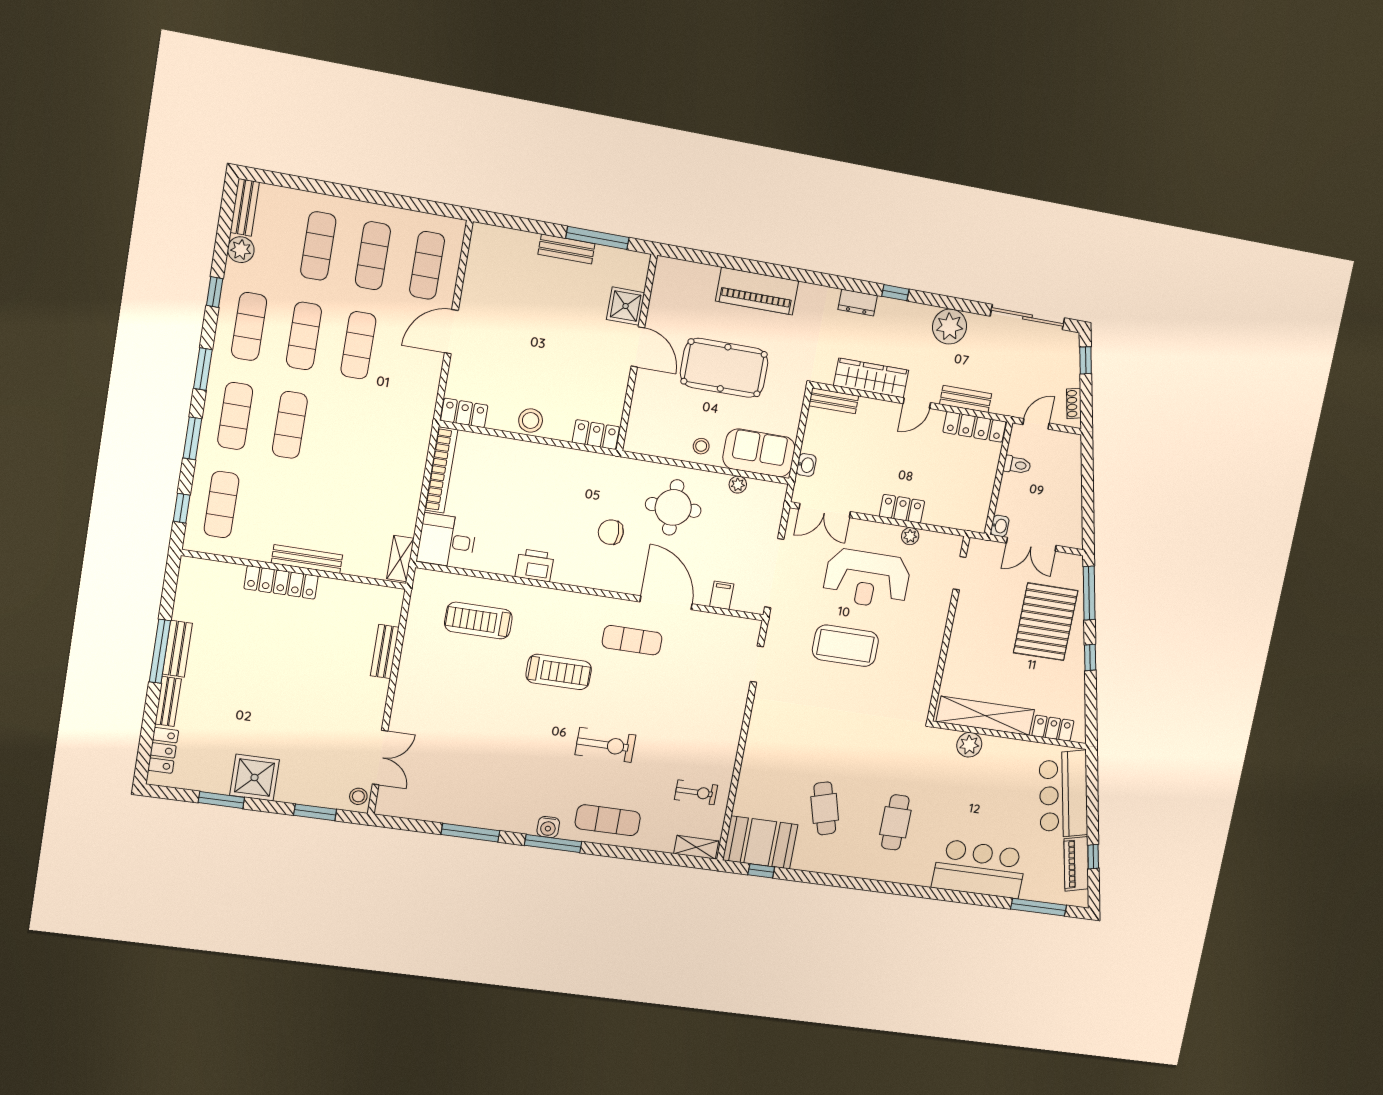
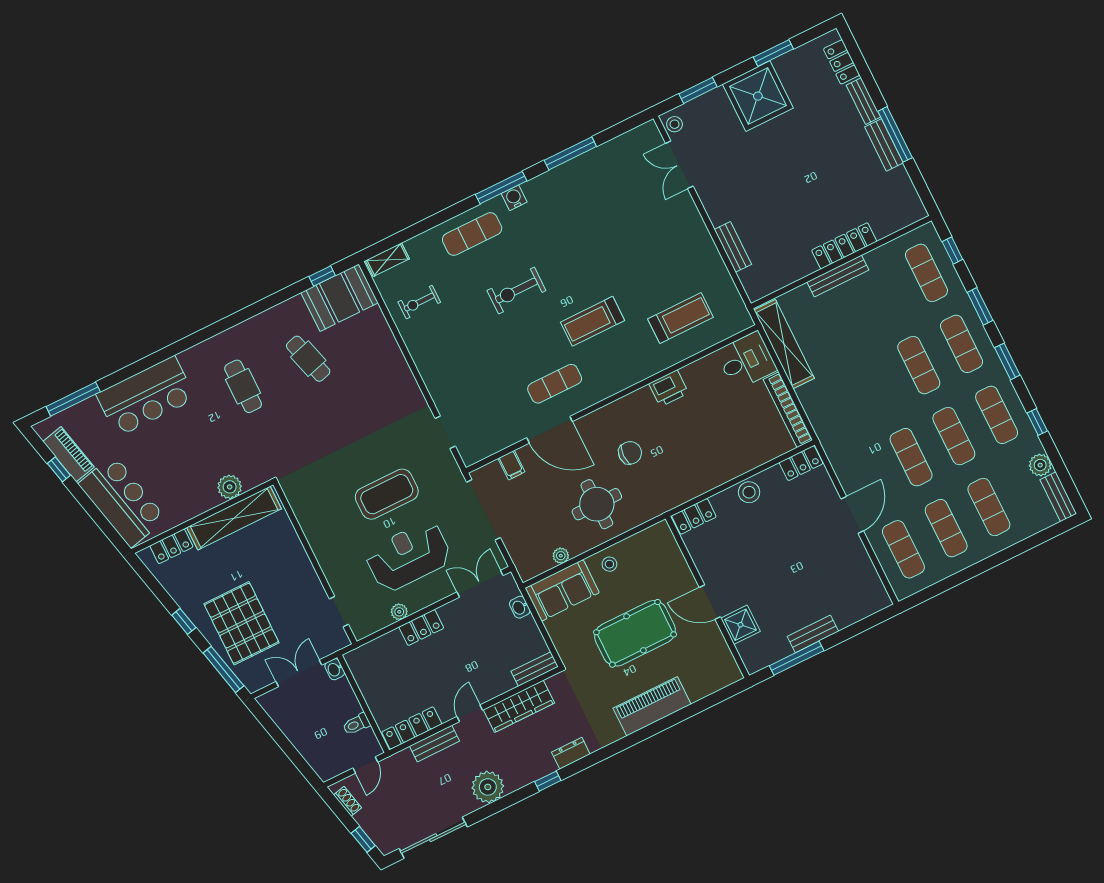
shelving: (400, 558) -> (784, 344), width x2.20, depth x1.33
shower: (255, 778) -> (758, 96), width x1.37, depth x1.37

